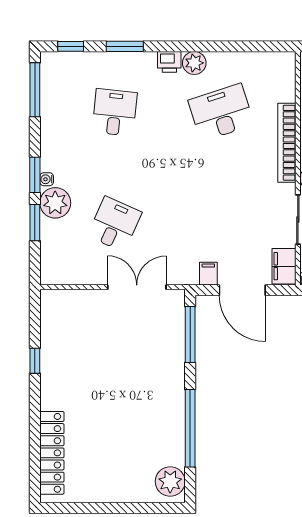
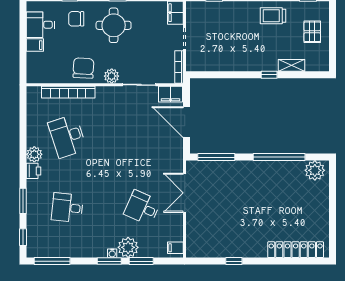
bookcase: (287, 143) -> (68, 92), moved
filing cabinet: (208, 274) -> (175, 248), moved
door: (242, 290) -> (187, 122), swing flipped

